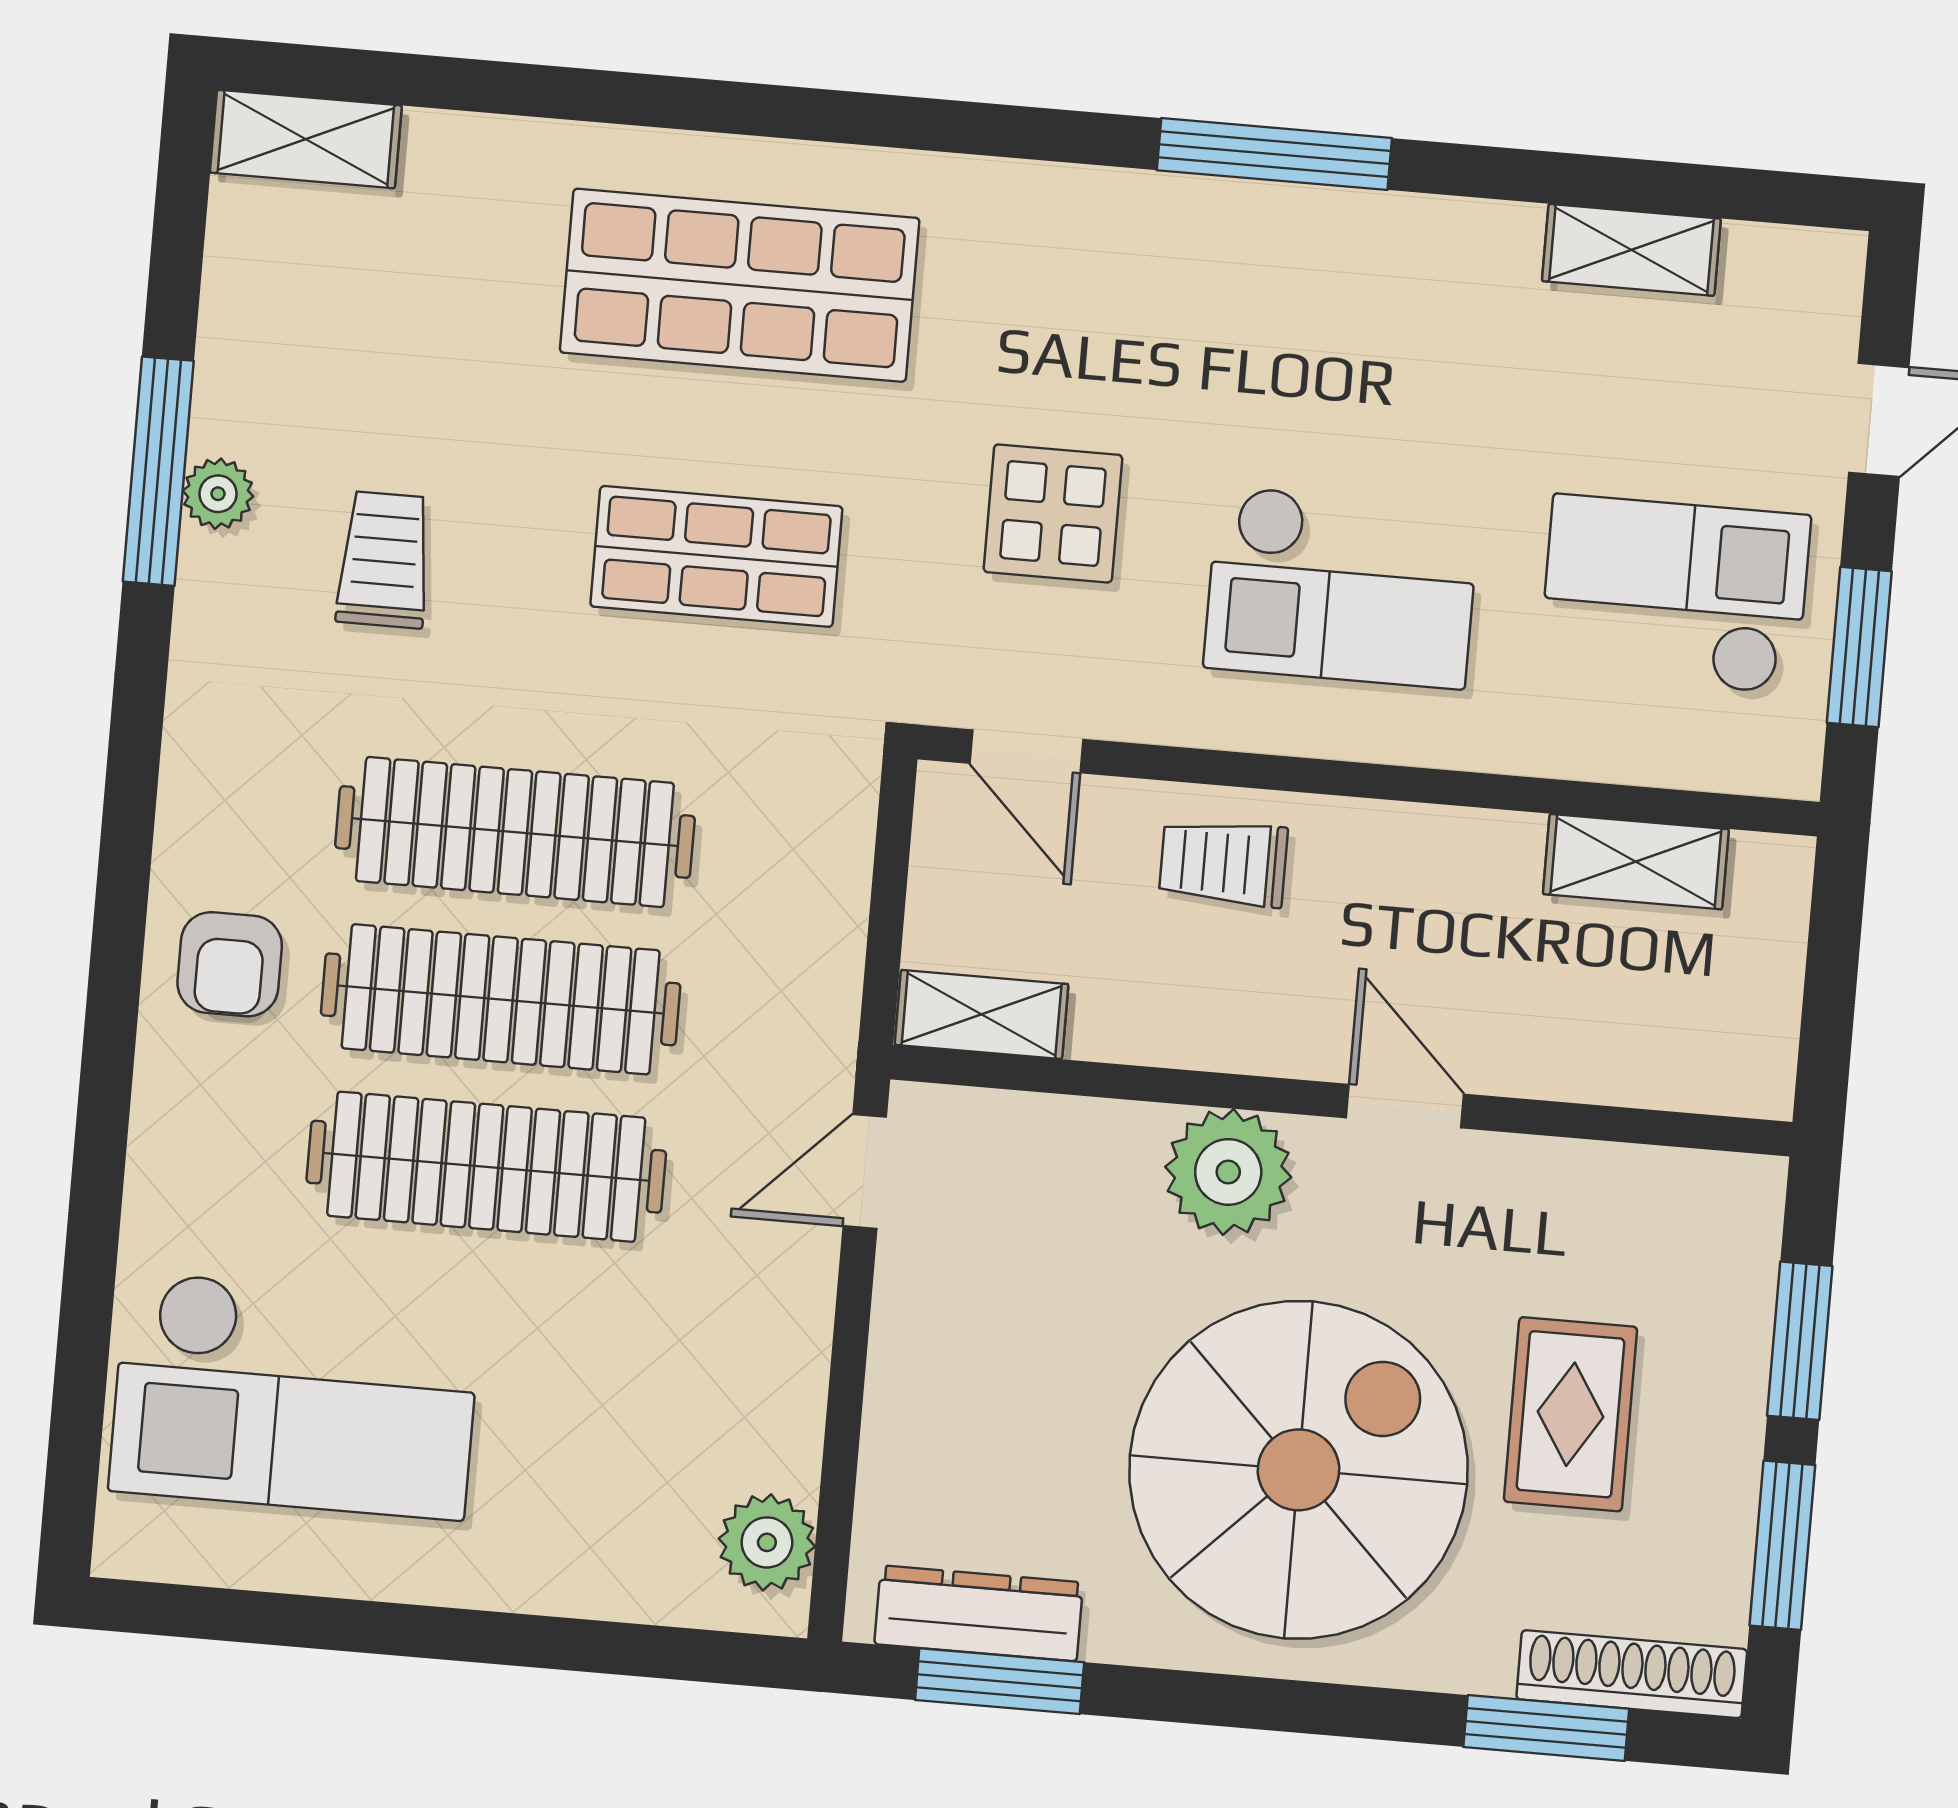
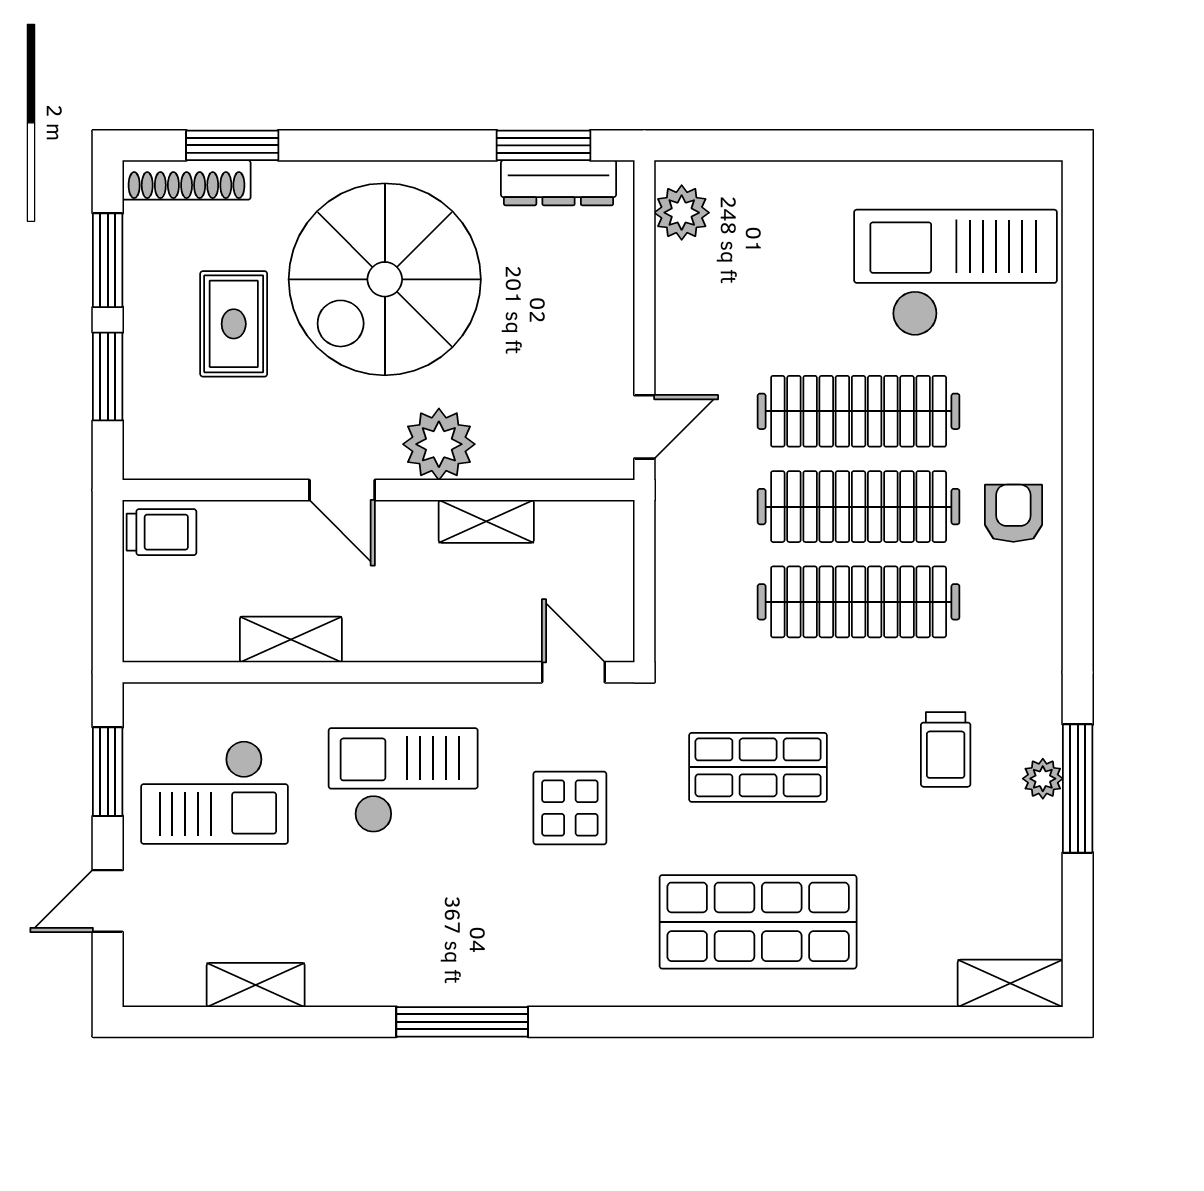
shelving: (1636, 862) -> (291, 639), moved
trolley: (1223, 863) -> (161, 532), moved
shelving: (982, 1014) -> (486, 521), moved

